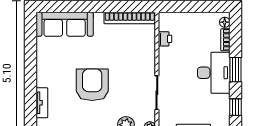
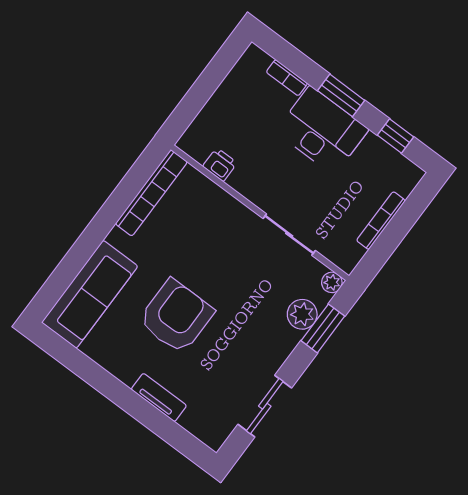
floor lamp: (225, 22) -> (261, 60), removed
armchair: (92, 85) -> (176, 316), moved, turned 90
tv unit: (42, 103) -> (159, 397), moved

